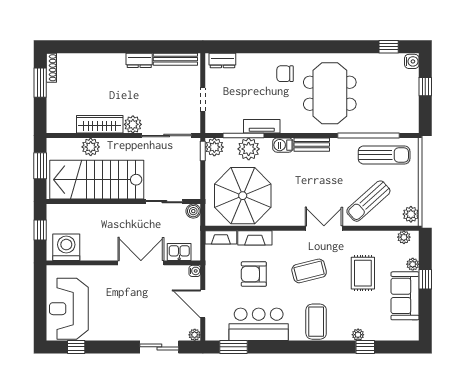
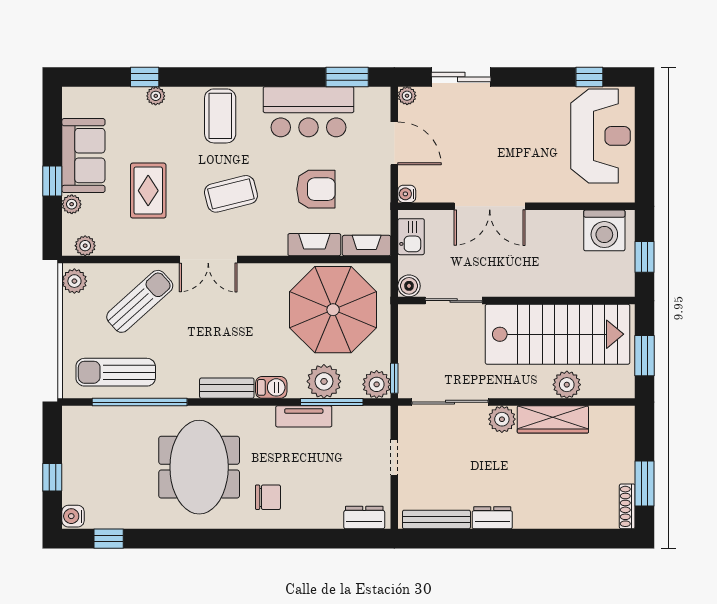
kitchen sink: (179, 252) -> (411, 237), moved, turned -90

